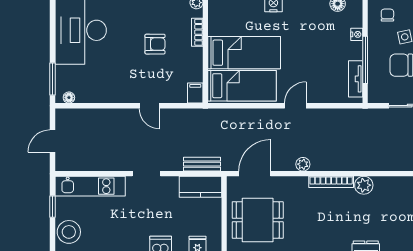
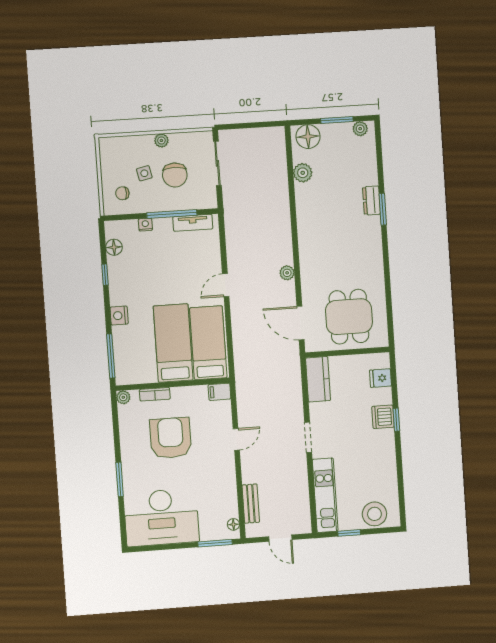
armchair: (155, 44) -> (171, 438), width x1.88, depth x1.88
door: (295, 106) -> (226, 285), hinge flipped
bench: (202, 164) -> (251, 504), moved
bookcase: (331, 182) -> (304, 242), removed
plant: (364, 185) -> (303, 173), moved

